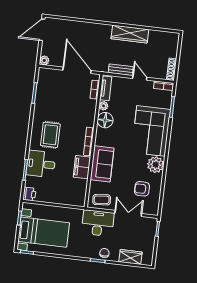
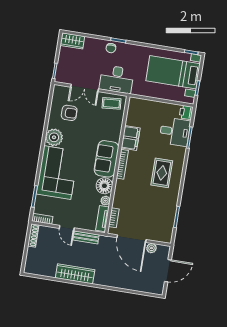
door: (42, 30) -> (168, 271), moved
plant: (44, 60) -> (152, 248), moved
desk: (41, 164) -> (175, 132), moved
sofa: (102, 164) -> (106, 159), moved
wardrobe: (130, 257) -> (72, 41), moved

